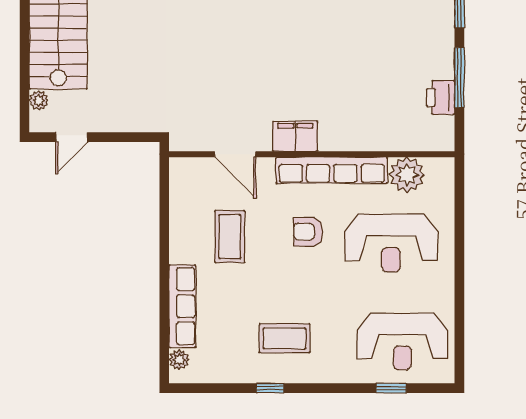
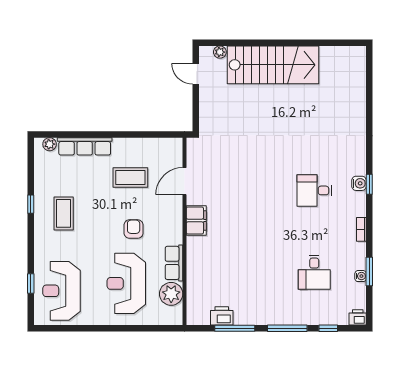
row of seats: (332, 170) -> (174, 263), width x0.50

